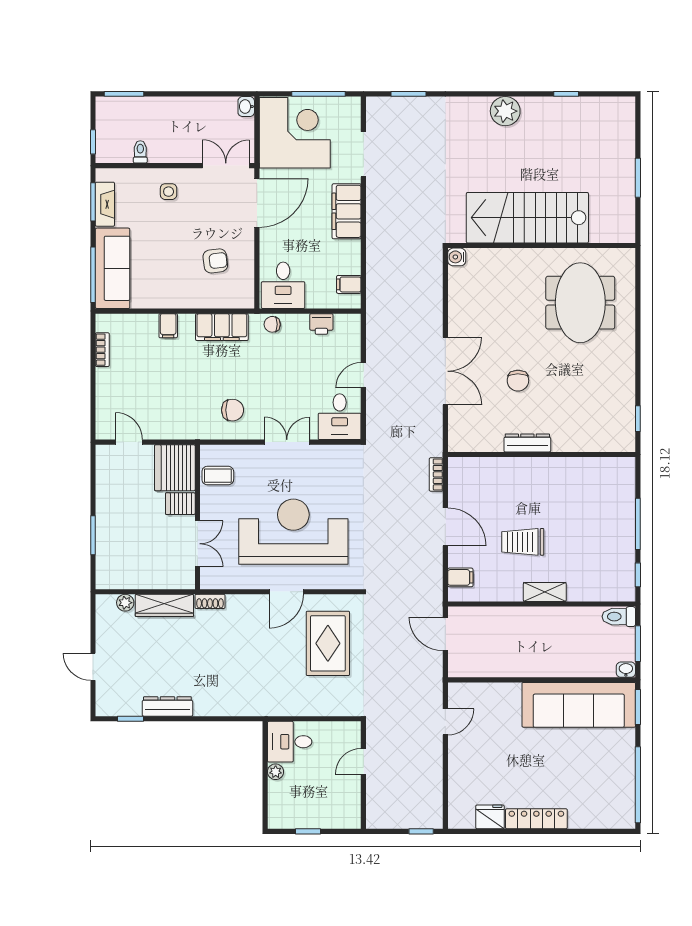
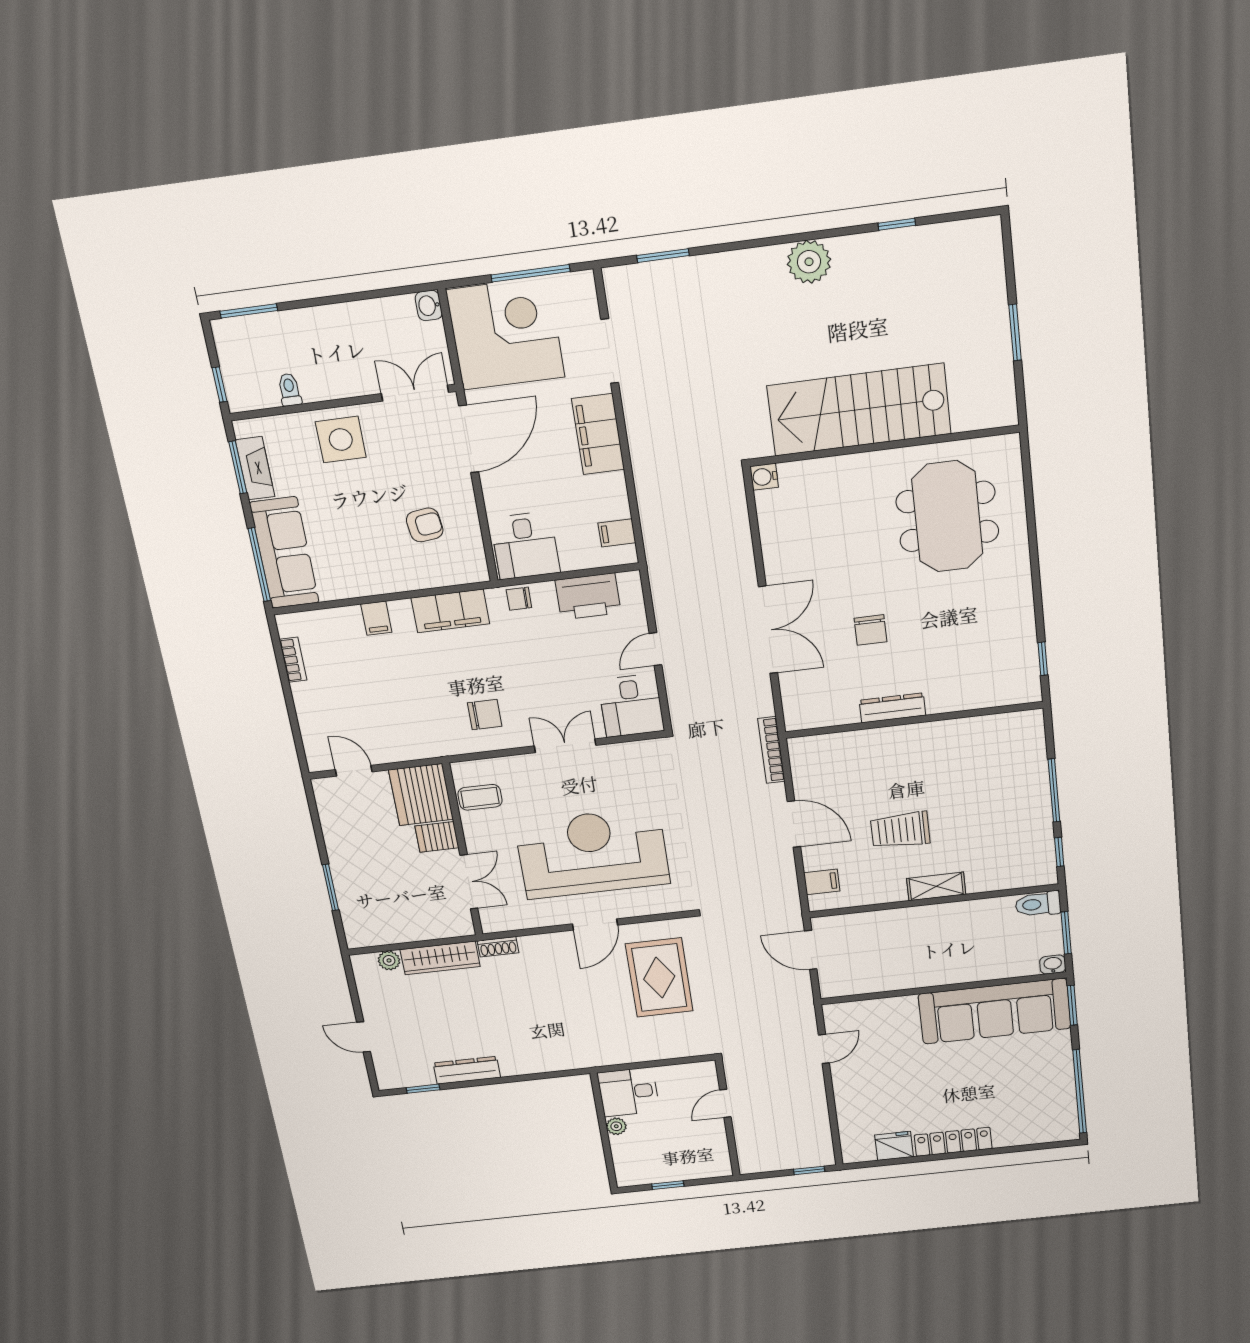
side table: (169, 192) -> (341, 440), width x1.87, depth x1.87
printer: (321, 324) -> (588, 596), width x1.87, depth x1.48
bookcase: (436, 474) -> (771, 750), width x1.56

